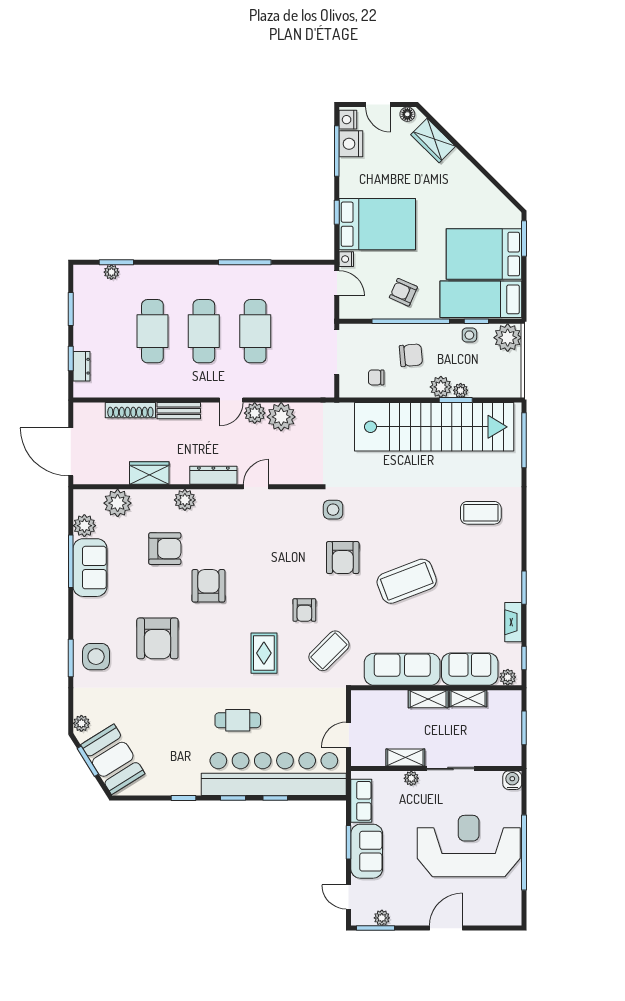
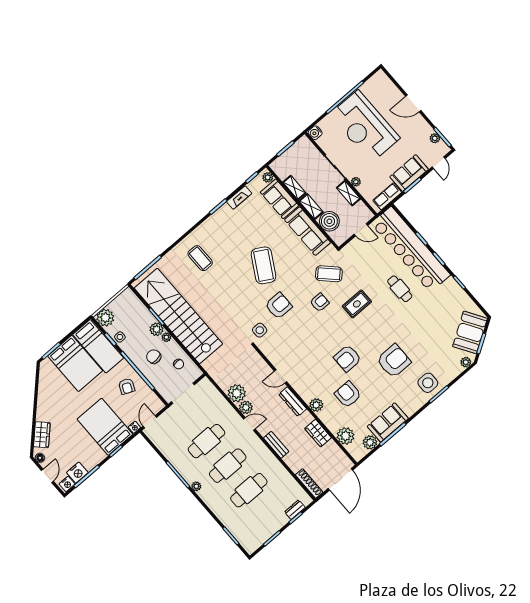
plant: (111, 272) -> (196, 486), moved
plant: (461, 390) -> (166, 337), moved
shoe rack: (130, 410) -> (309, 483), moved
coffee table: (407, 581) -> (263, 265), turned 51
boiler: (391, 706) -> (329, 221), added

